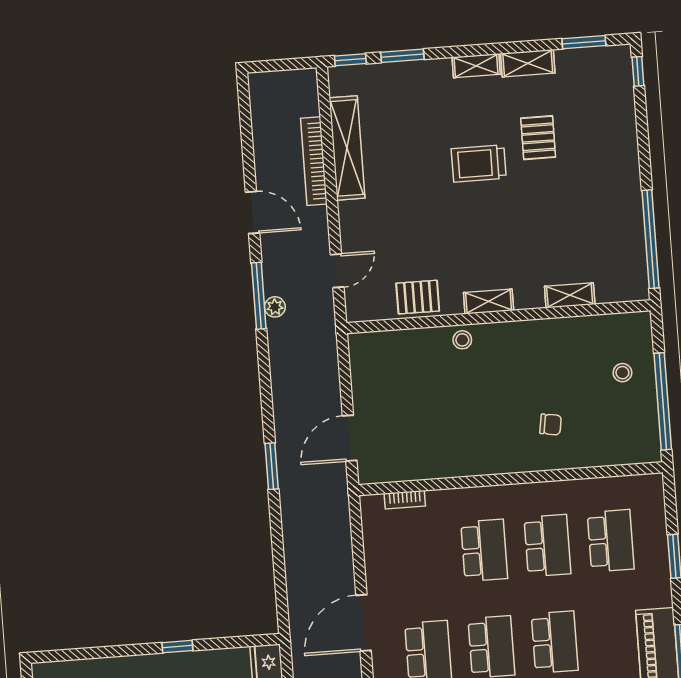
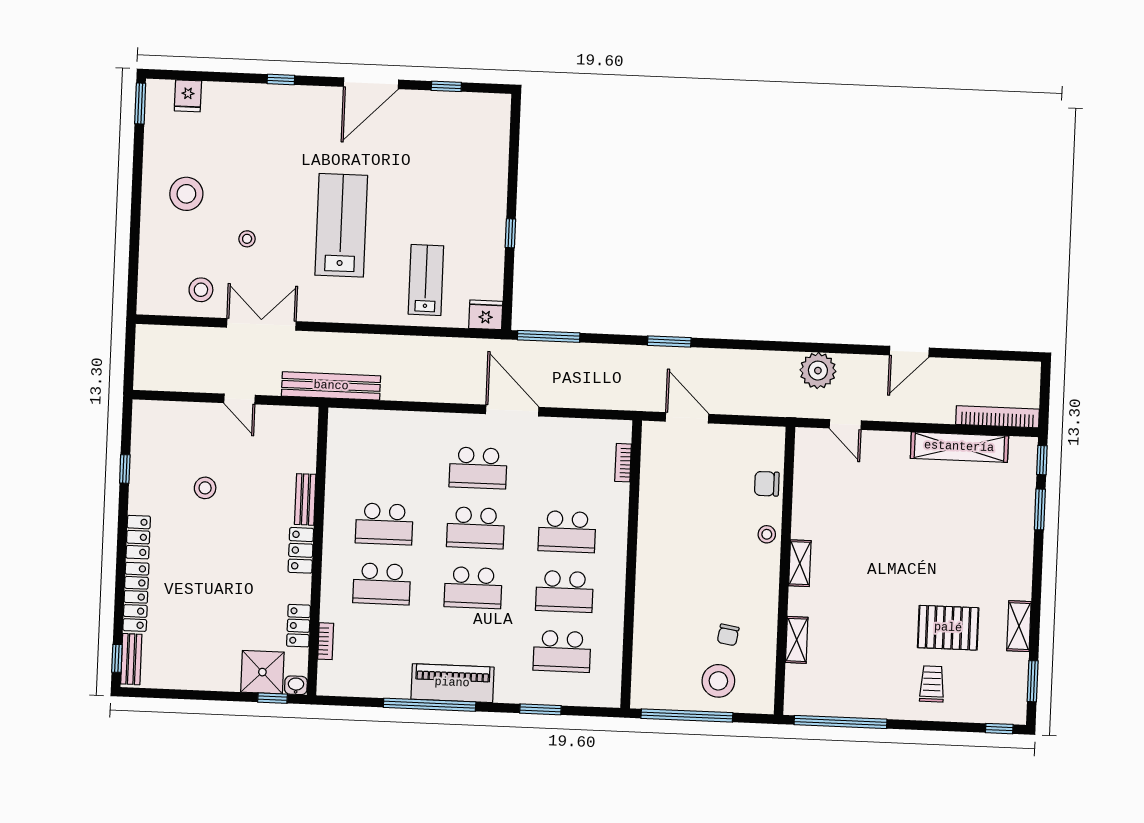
shelving: (476, 66) -> (1022, 577), removed
pallet: (538, 138) -> (948, 628), width x1.50, depth x1.42
bookcase: (314, 161) -> (998, 417), moved
trolley: (479, 163) -> (932, 684), moved, width x0.73, depth x0.72
window: (259, 296) -> (549, 336), moved
pallet: (418, 297) -> (812, 497), removed
plant: (275, 307) -> (818, 371), width x1.87, depth x1.87
chair: (409, 346) -> (767, 484), added
stool: (622, 373) -> (718, 681), width x1.89, depth x1.89
chair: (551, 424) -> (728, 635), moved

